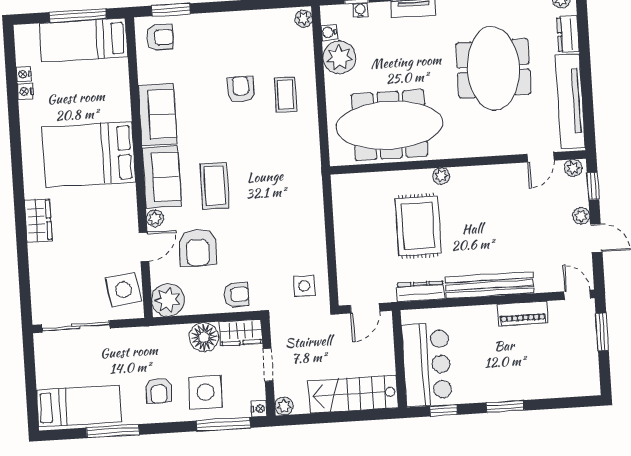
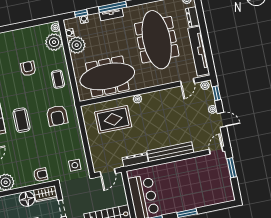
plant: (297, 46) -> (54, 42), added
meeting table: (493, 68) -> (157, 40), width x1.36
coffee table: (285, 95) -> (58, 79), moved
rug: (418, 226) -> (113, 119), moved, turned 90
armchair: (198, 247) -> (57, 116), moved
door: (577, 295) -> (216, 150), hinge flipped
piano: (523, 314) -> (189, 164), removed

